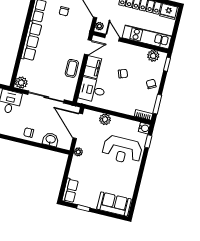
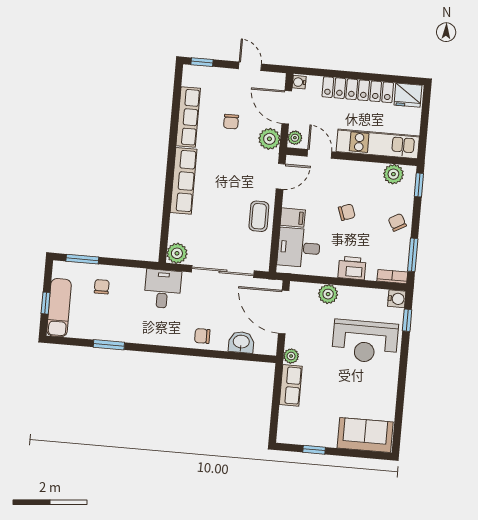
plant: (85, 25) -> (269, 139), added
filing cabinet: (92, 67) -> (293, 218), width x0.50
printer: (121, 106) -> (352, 268), added
row of seats: (70, 191) -> (291, 385), moved

